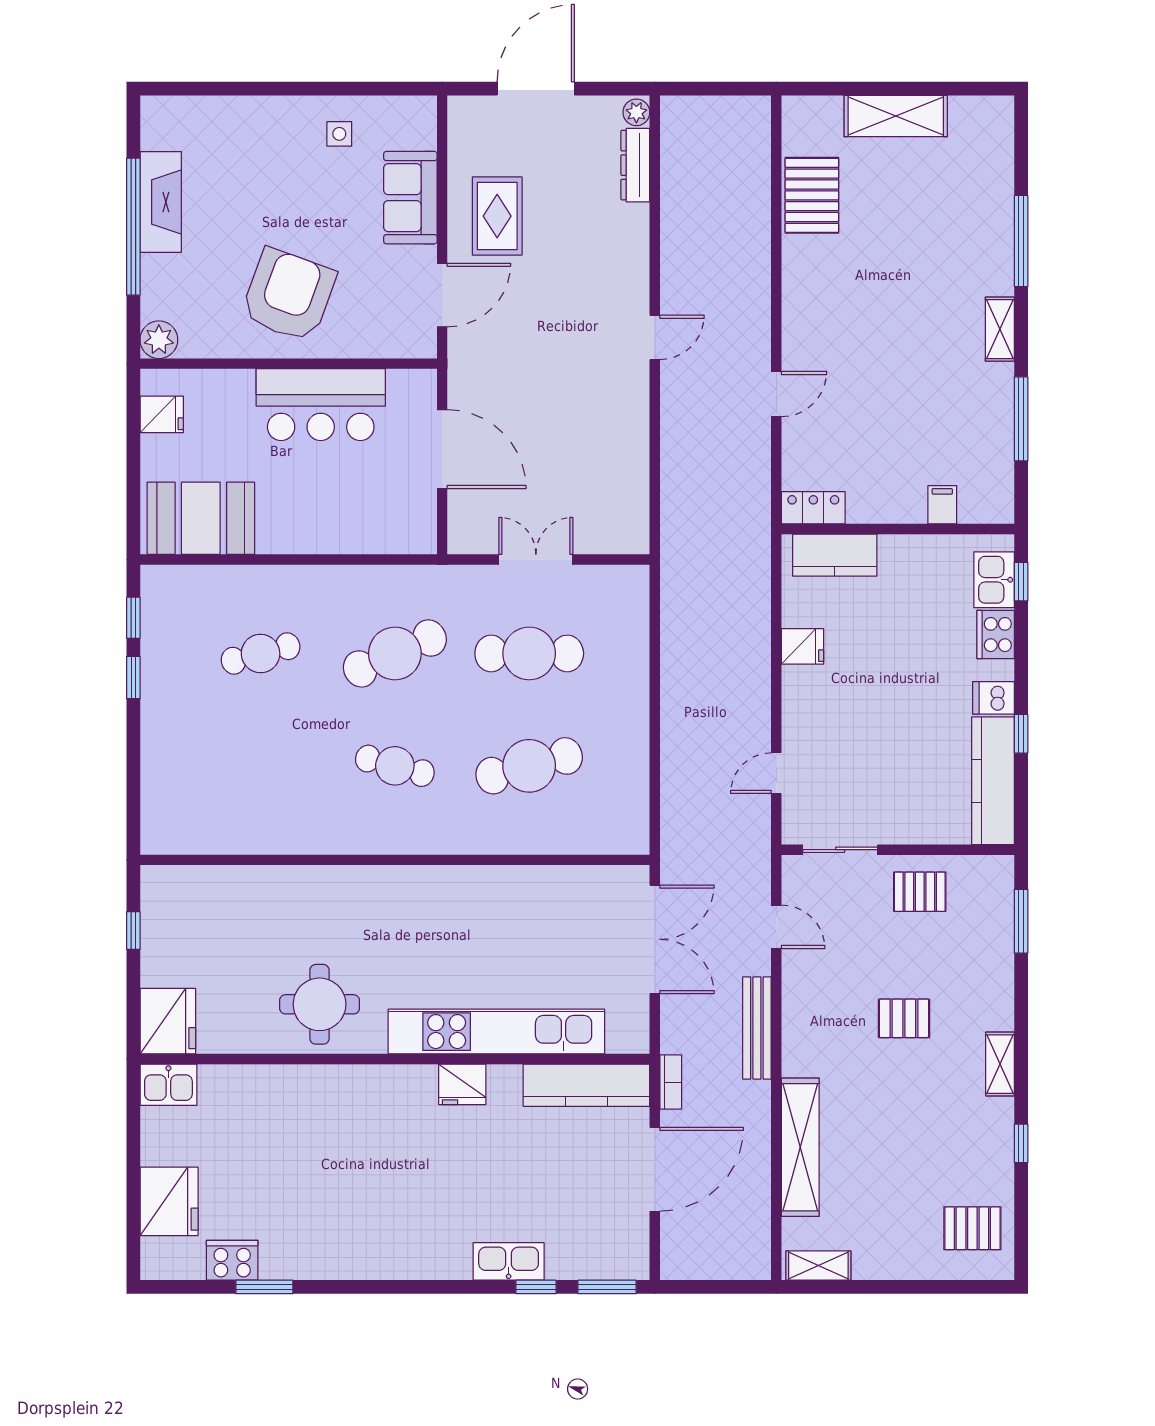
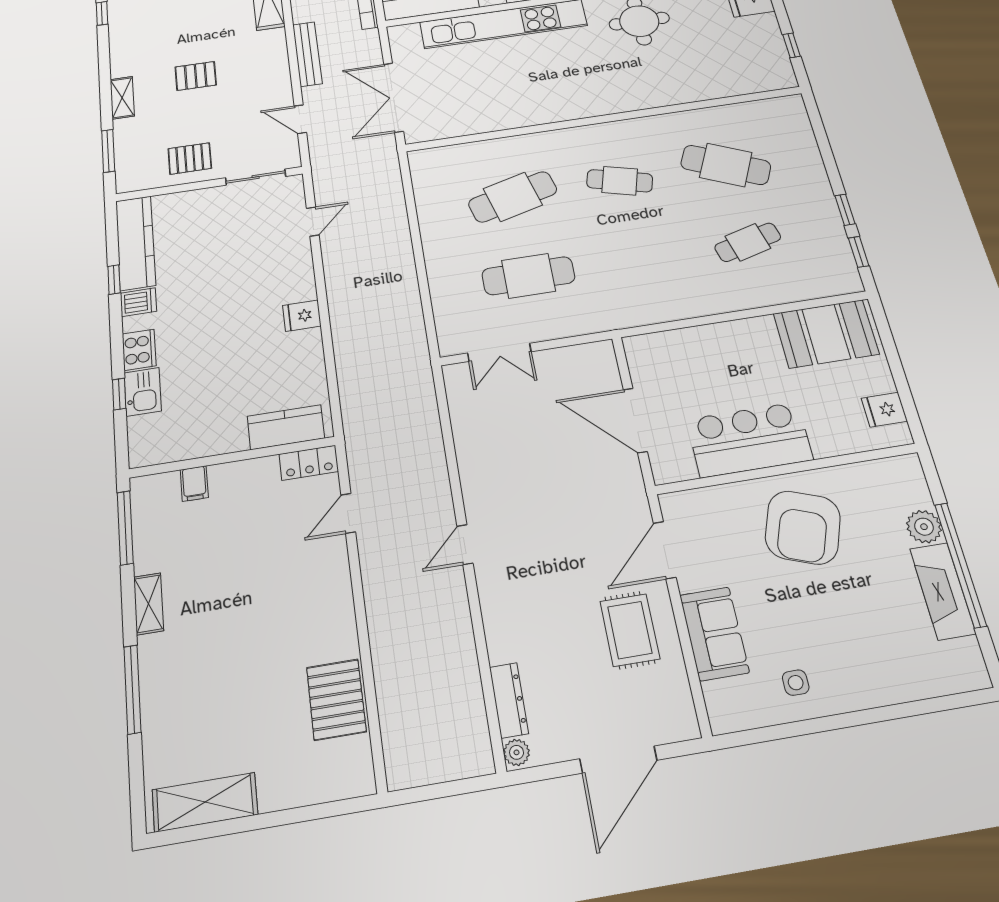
shelving: (896, 116) -> (205, 802), moved
plant: (159, 340) -> (924, 527), moved
filing cabinet: (942, 505) -> (194, 484), moved
locker: (813, 508) -> (309, 463), moved
wall: (898, 529) -> (232, 457), moved
kitchen counter: (835, 555) -> (286, 427), moved
double door: (536, 559) -> (499, 352), moved
cafe table: (395, 653) -> (726, 165), moved, turned 48
shelving: (1000, 1064) -> (122, 98), moved

